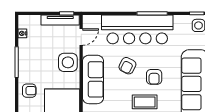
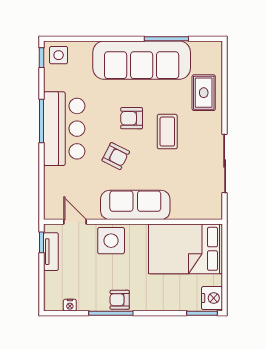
tv unit: (60, 20) -> (51, 252), width x0.71
bar counter: (137, 29) -> (64, 129), width x0.73
armchair: (154, 77) -> (132, 118), turned 180
armchair: (29, 91) -> (120, 300), moved, turned -90

